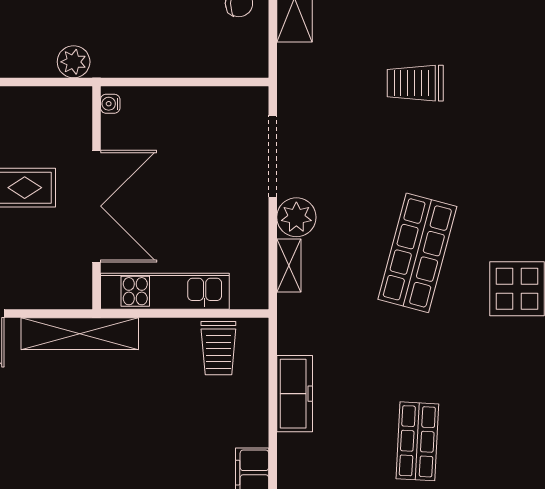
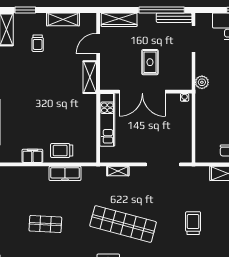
plant: (296, 217) -> (138, 174), removed
shop shelf: (417, 253) -> (123, 224), width x1.40
shelving: (80, 334) -> (90, 77), width x0.68
trolley: (218, 348) -> (62, 151), moved

